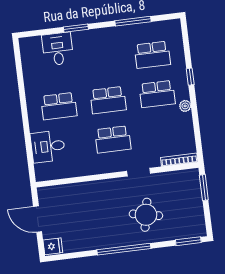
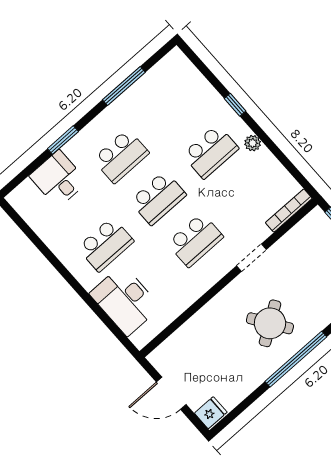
school desk: (152, 55) -> (121, 156), moved
desk: (48, 146) -> (125, 300), width x1.37
round table: (146, 215) -> (270, 323), moved, turned 45

